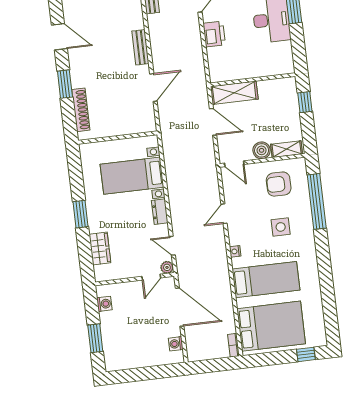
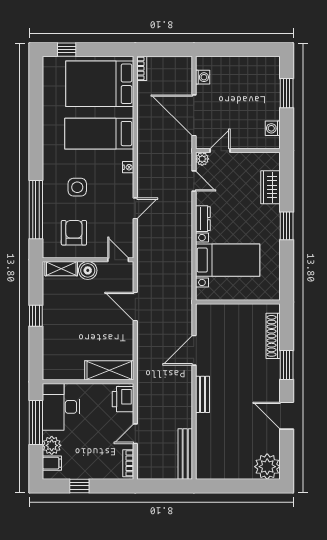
wall: (253, 80) -> (88, 382), moved
shelving: (234, 93) -> (109, 370), moved
armchair: (279, 184) -> (74, 233), turned -90

